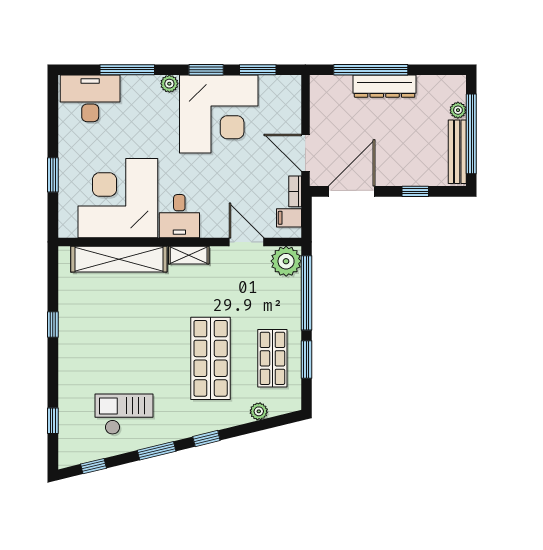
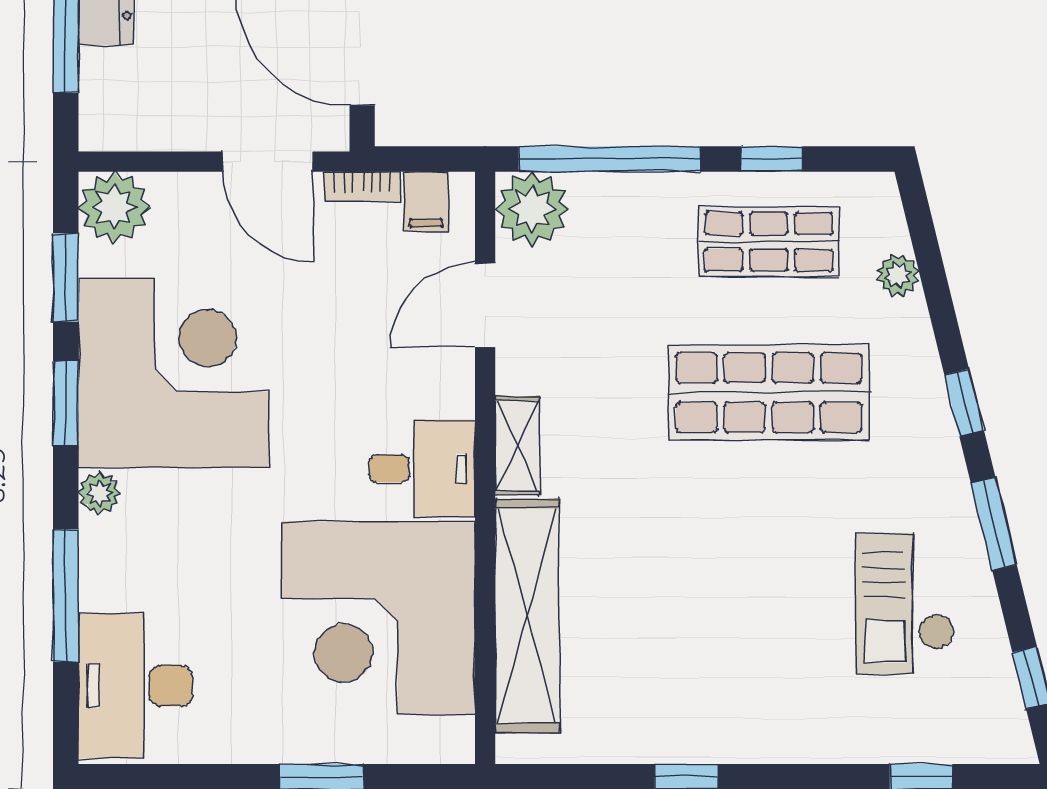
plant: (287, 90) -> (114, 207), added
door: (305, 153) -> (268, 162), hinge flipped
window: (306, 360) -> (772, 159), width x0.67

